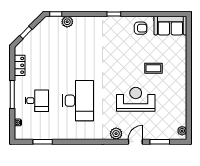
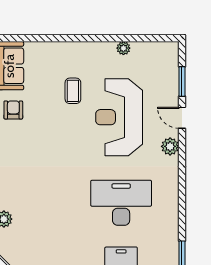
reception desk: (136, 99) -> (119, 117), width x1.36, depth x1.30
plant: (182, 131) -> (123, 48), moved

